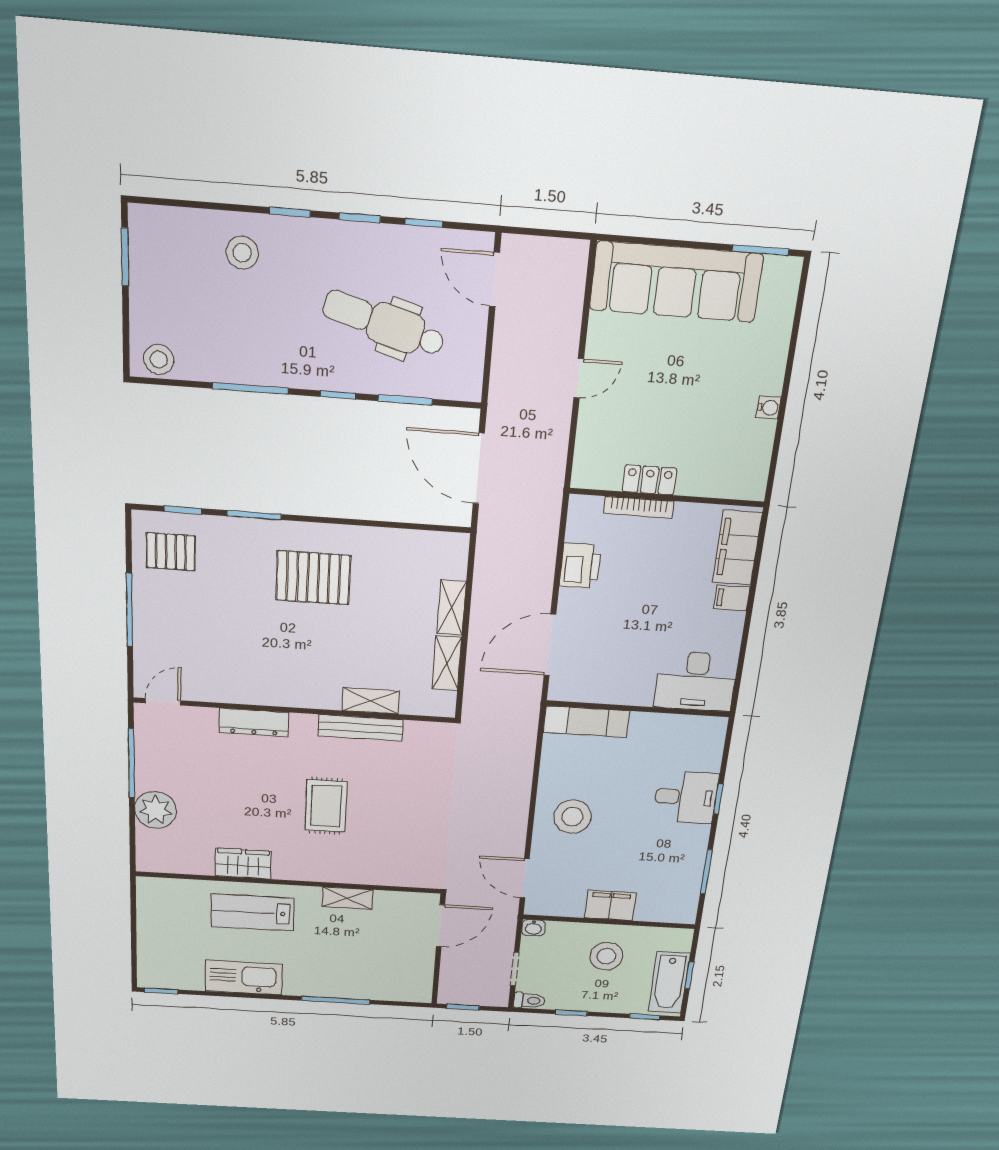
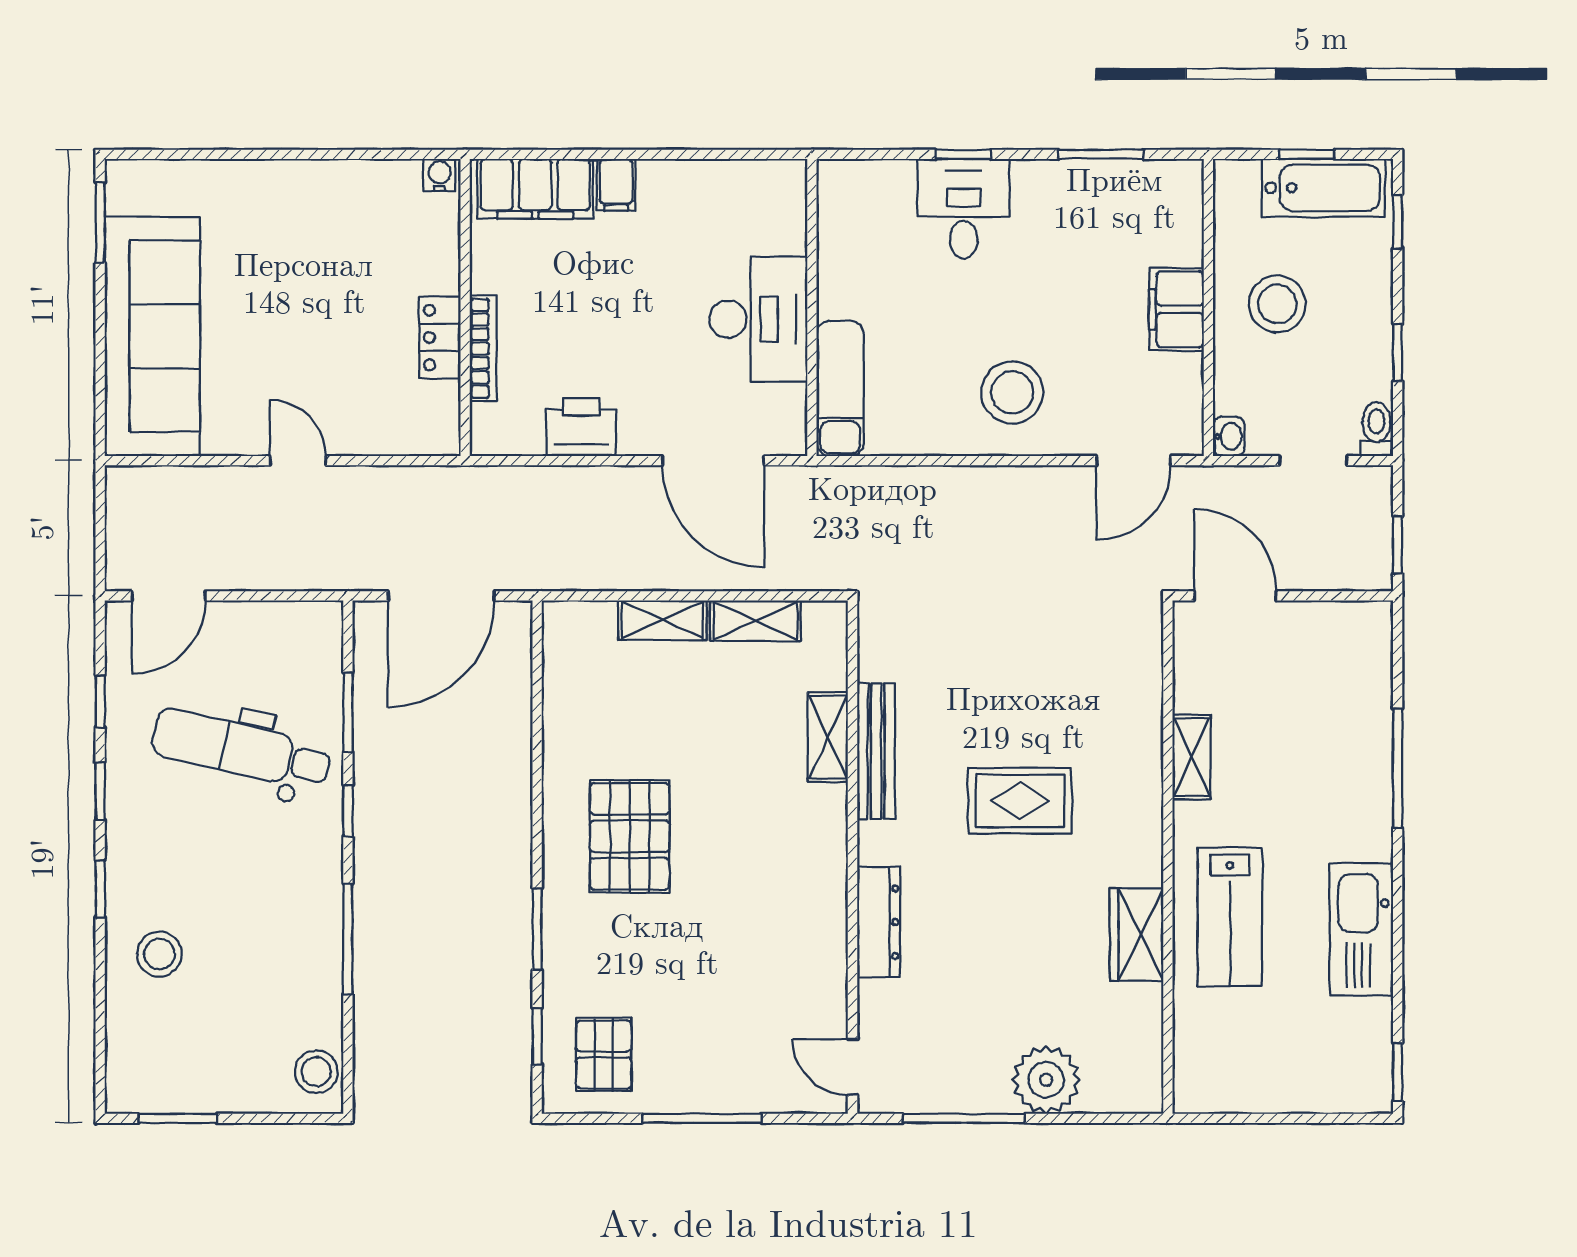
dental chair: (384, 324) -> (241, 749), turned 87
water cooler: (769, 408) -> (440, 175), moved
desk: (696, 681) -> (758, 319), moved

